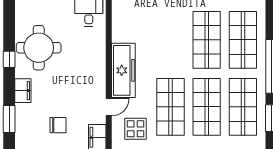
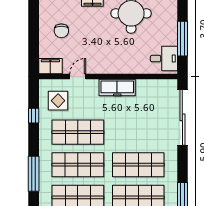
freezer: (123, 70) -> (117, 87), width x0.73, depth x0.79
door: (109, 107) -> (78, 77), swing flipped

